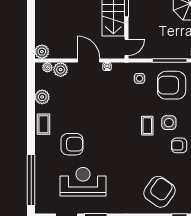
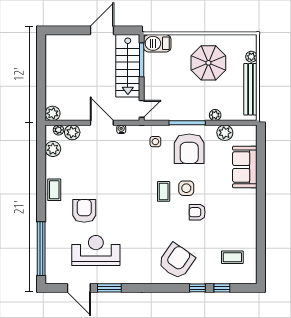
armchair: (172, 85) -> (189, 149), turned -90
plant: (42, 97) -> (53, 149), moved
armchair: (72, 144) -> (84, 211), turned -90

